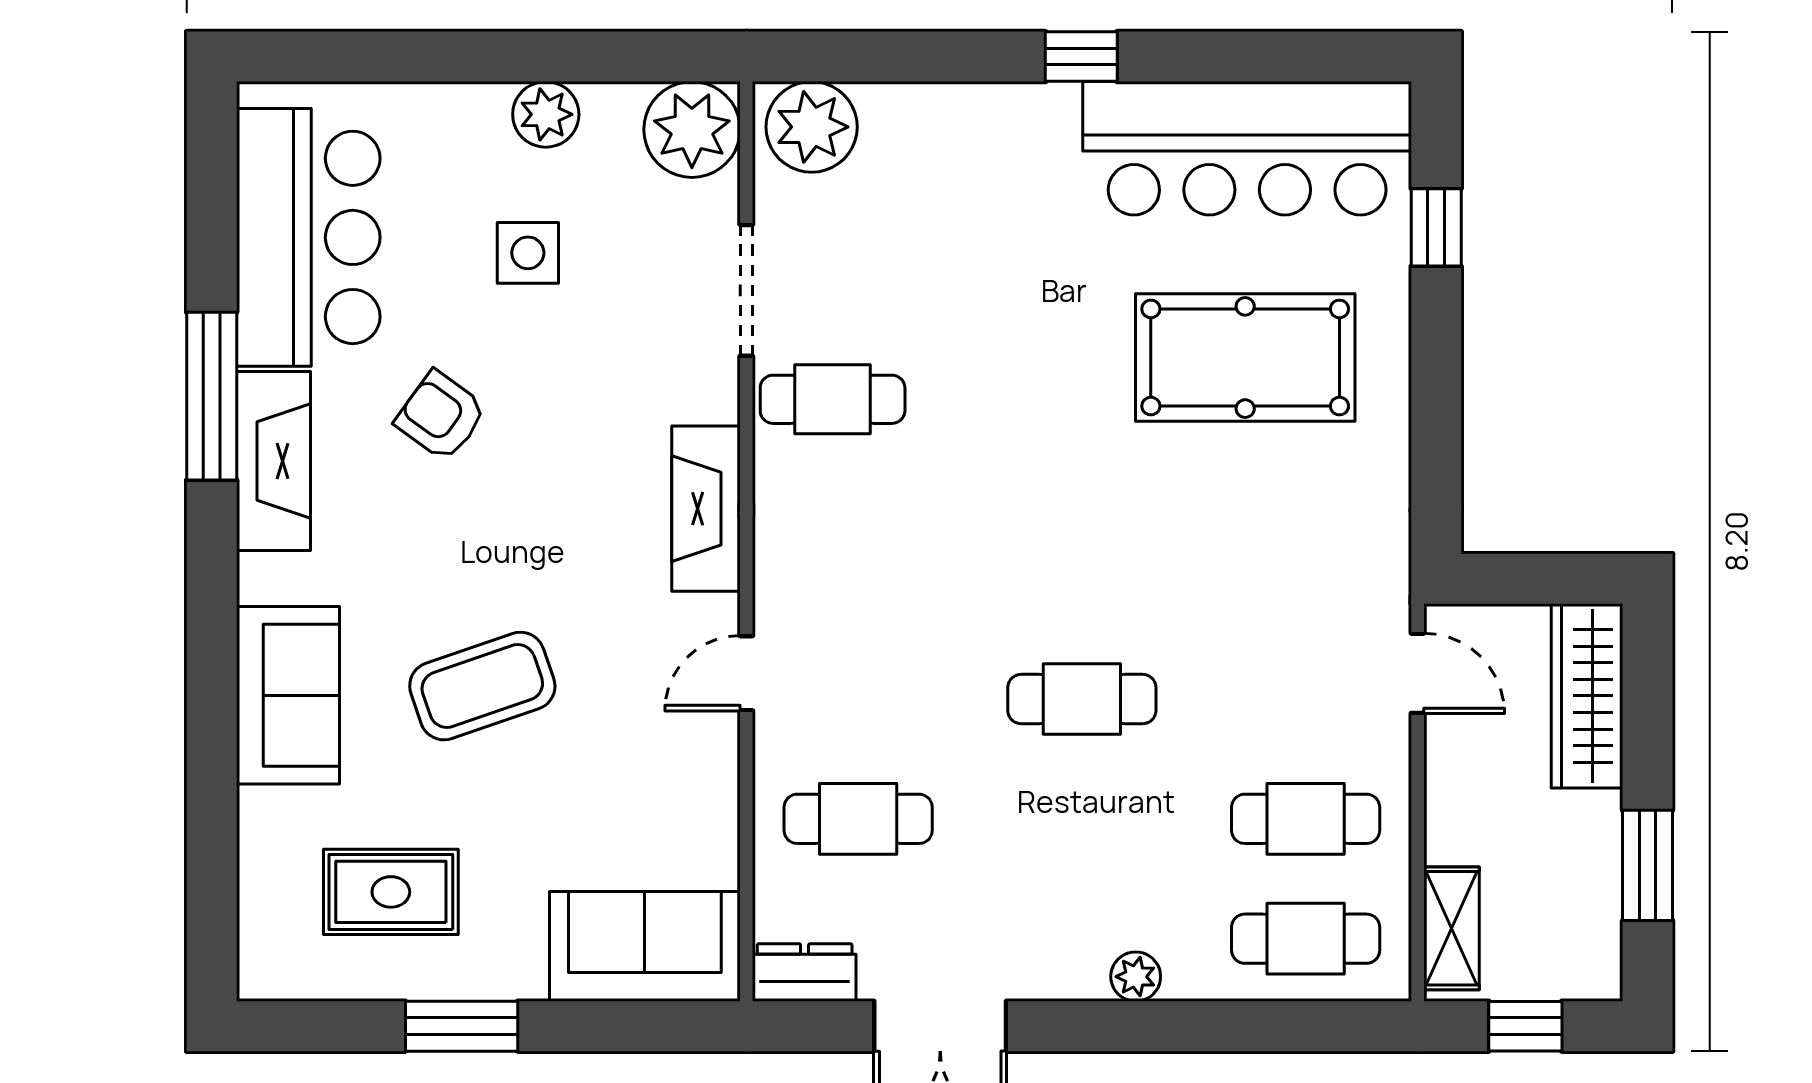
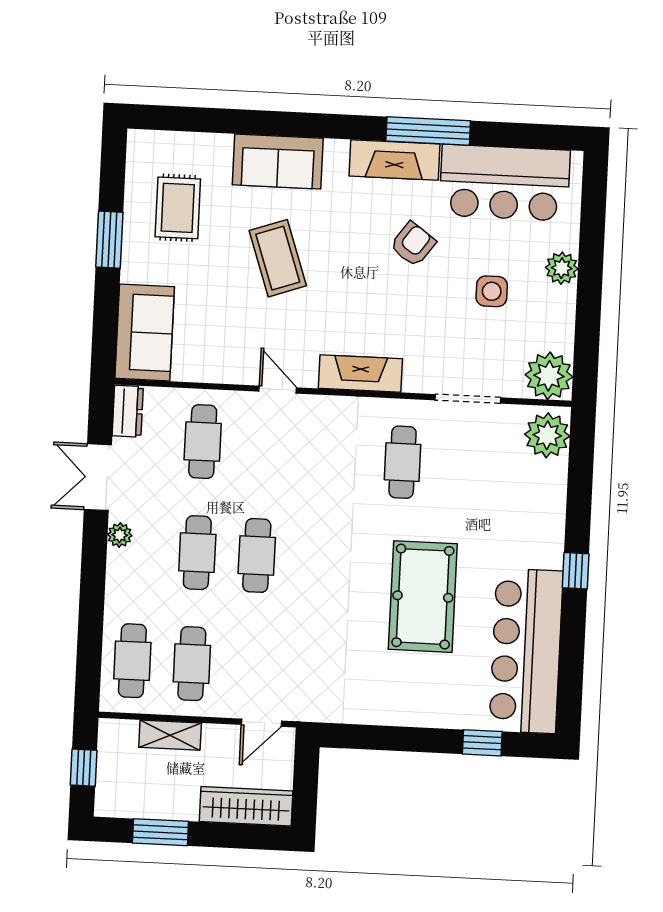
plant: (546, 114) -> (562, 268), moved
pool table: (1245, 357) -> (423, 597), moved
cafe table: (833, 399) -> (403, 462), moved
cafe table: (1082, 819) -> (197, 553), added
shelving: (1451, 928) -> (170, 735), moved
plant: (1136, 977) -> (120, 535), moved

